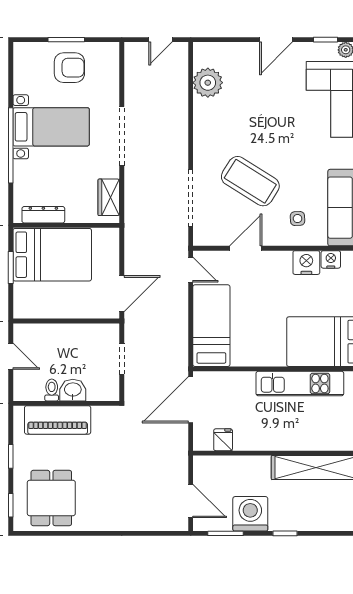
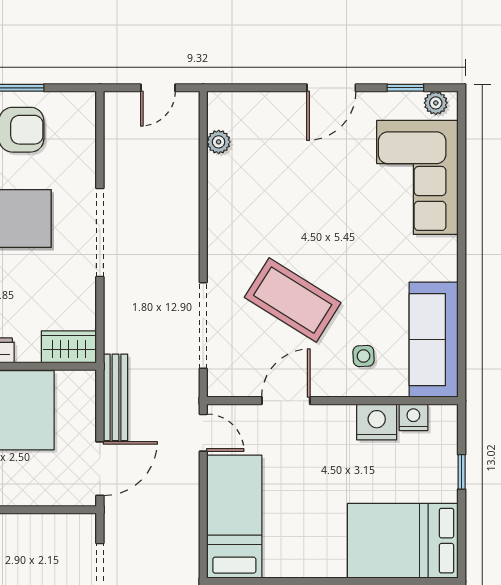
plant: (208, 83) -> (219, 142), width x0.53, depth x0.53
wardrobe: (109, 197) -> (69, 347), moved, turned 90
bench: (132, 246) -> (116, 397), added

